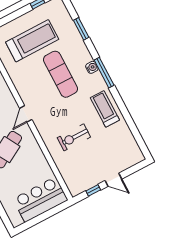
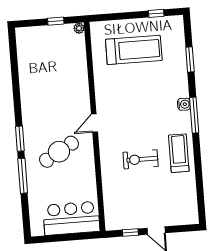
exercise mat: (61, 74) -> (148, 97), removed
exercise bike: (74, 137) -> (141, 159), moved

